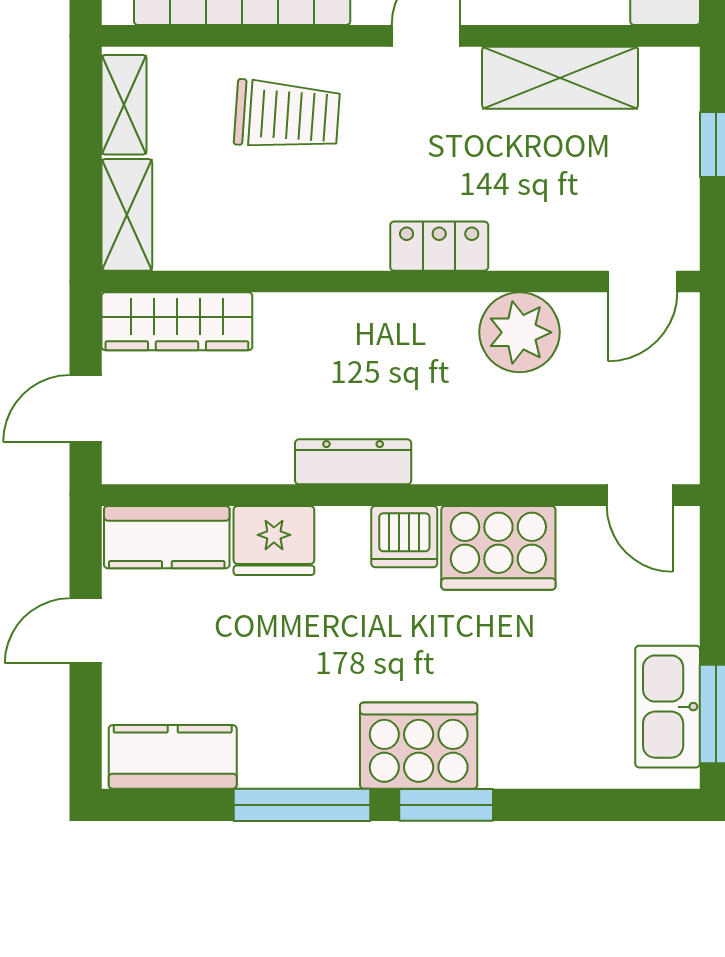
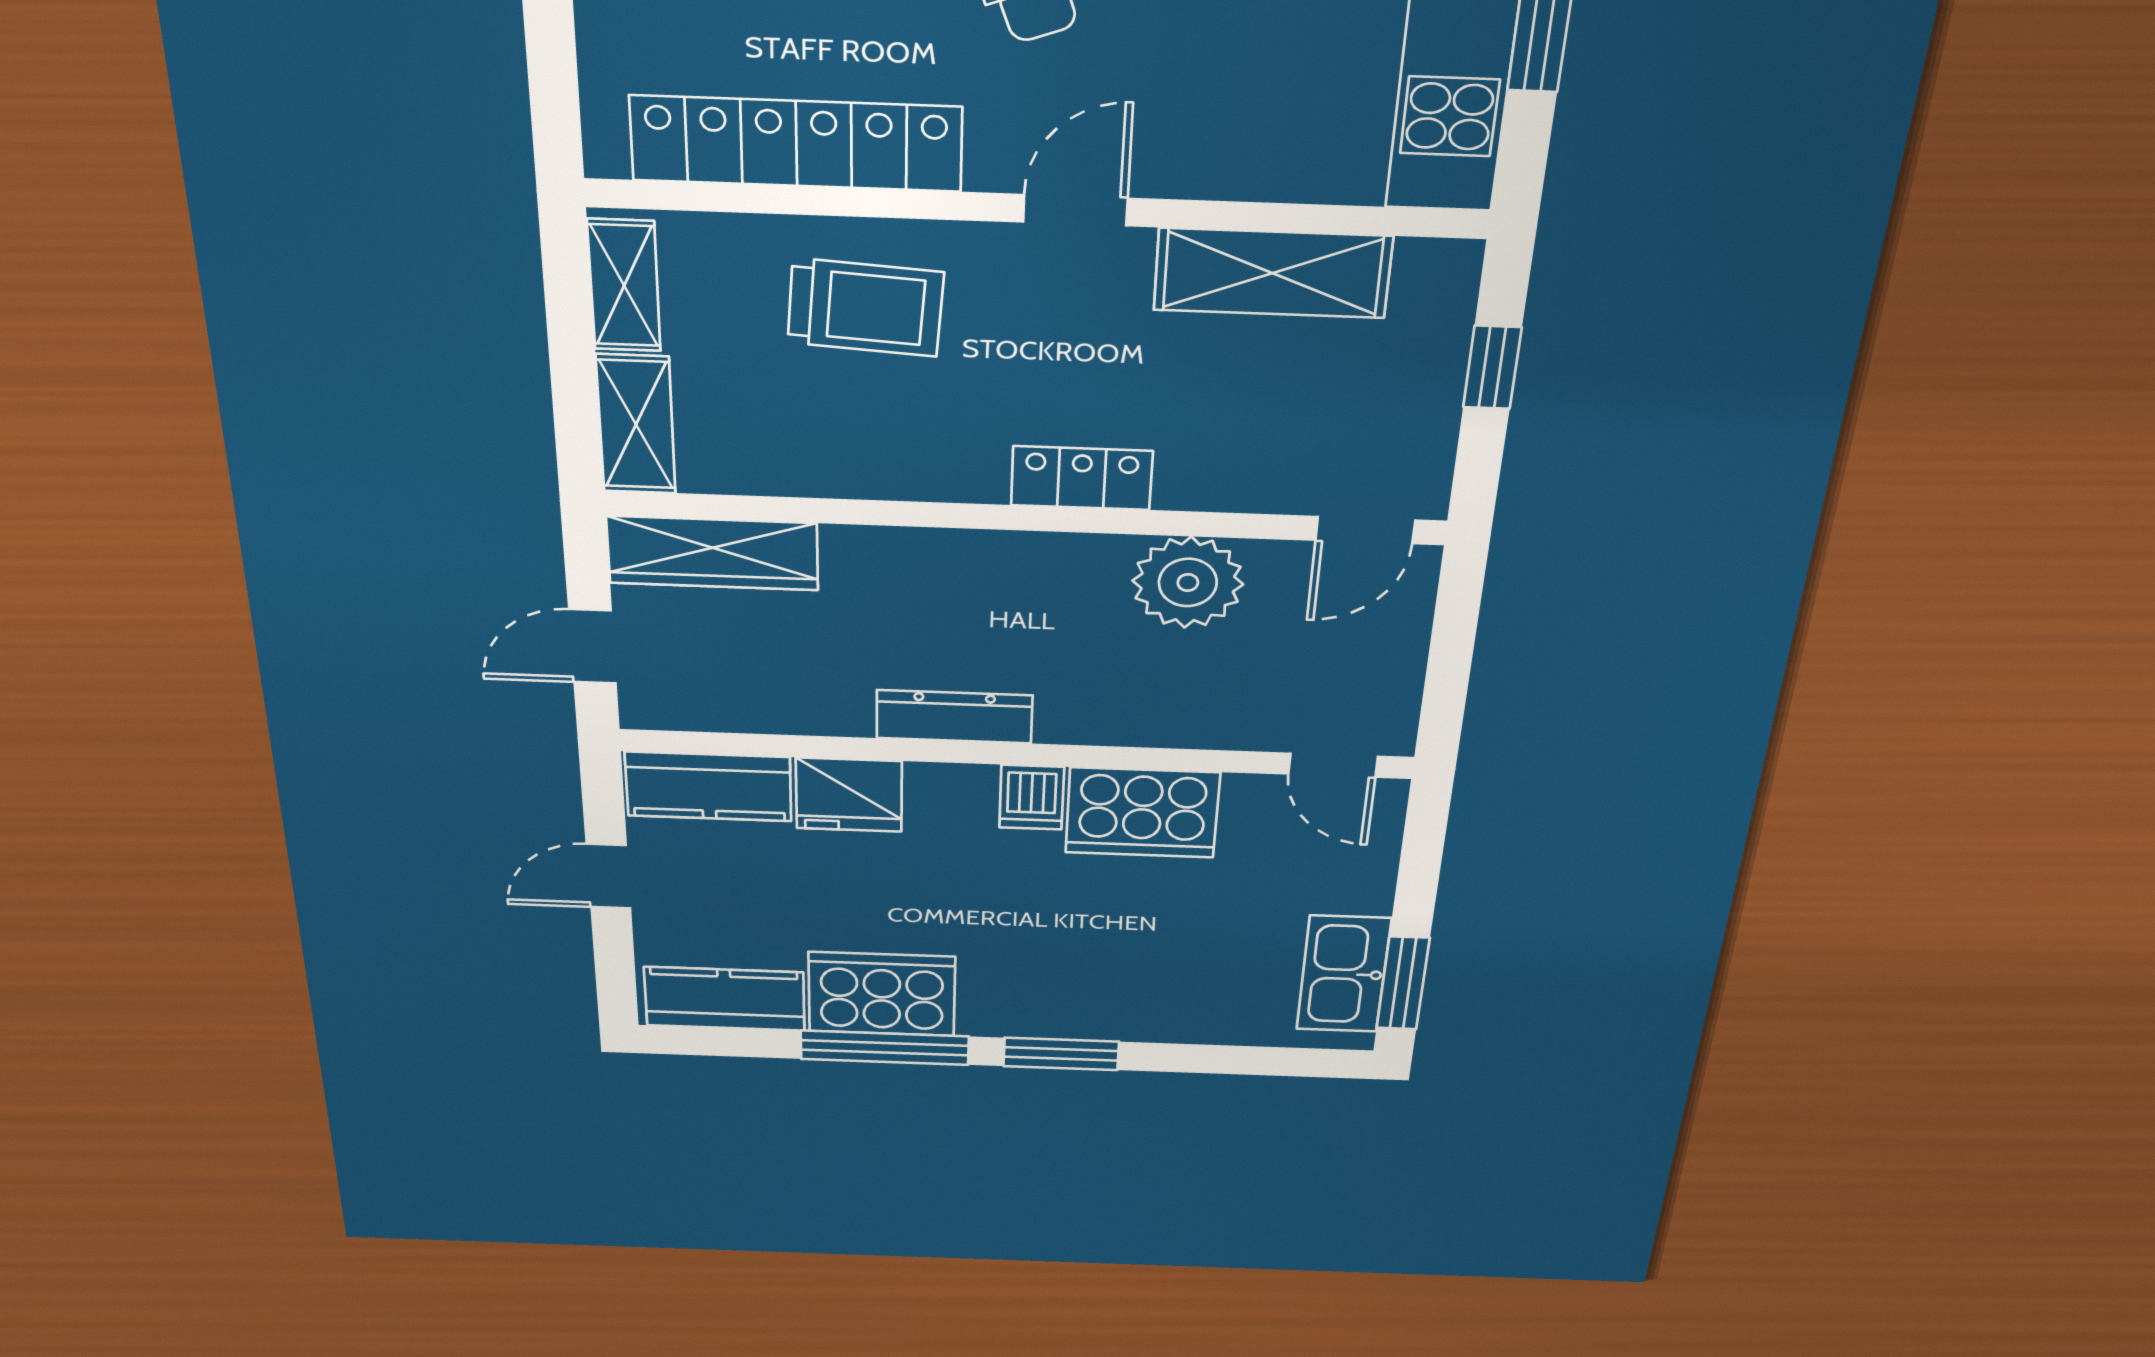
dishwasher: (404, 537) -> (1032, 797), width x0.73
cooker: (419, 746) -> (882, 994), moved

